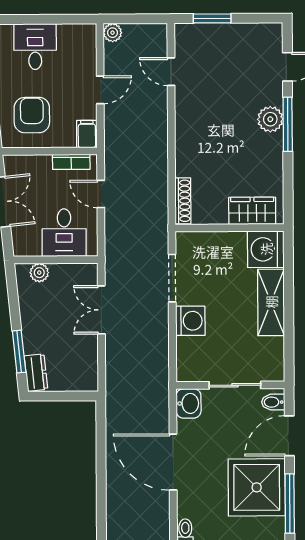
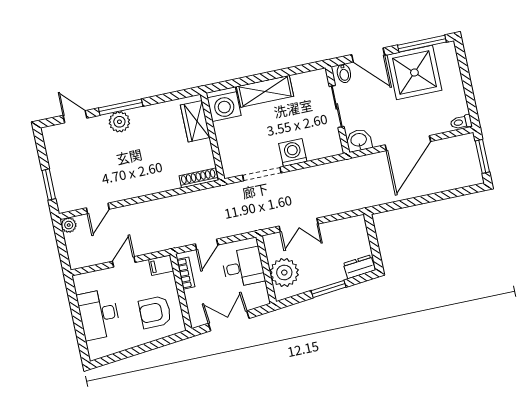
plant: (113, 33) -> (69, 225), moved
desk: (35, 47) -> (99, 314), width x1.37
door: (100, 90) -> (124, 262), hinge flipped
plant: (39, 273) -> (284, 273), width x1.87, depth x1.87
window: (19, 352) -> (329, 289), moved

